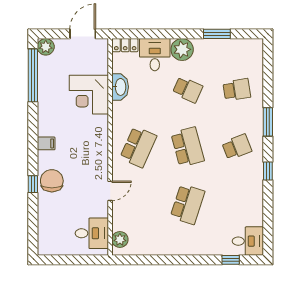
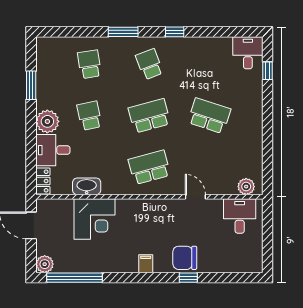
school desk: (188, 90) -> (89, 116), turned -36
school desk: (138, 147) -> (149, 167), turned -39

